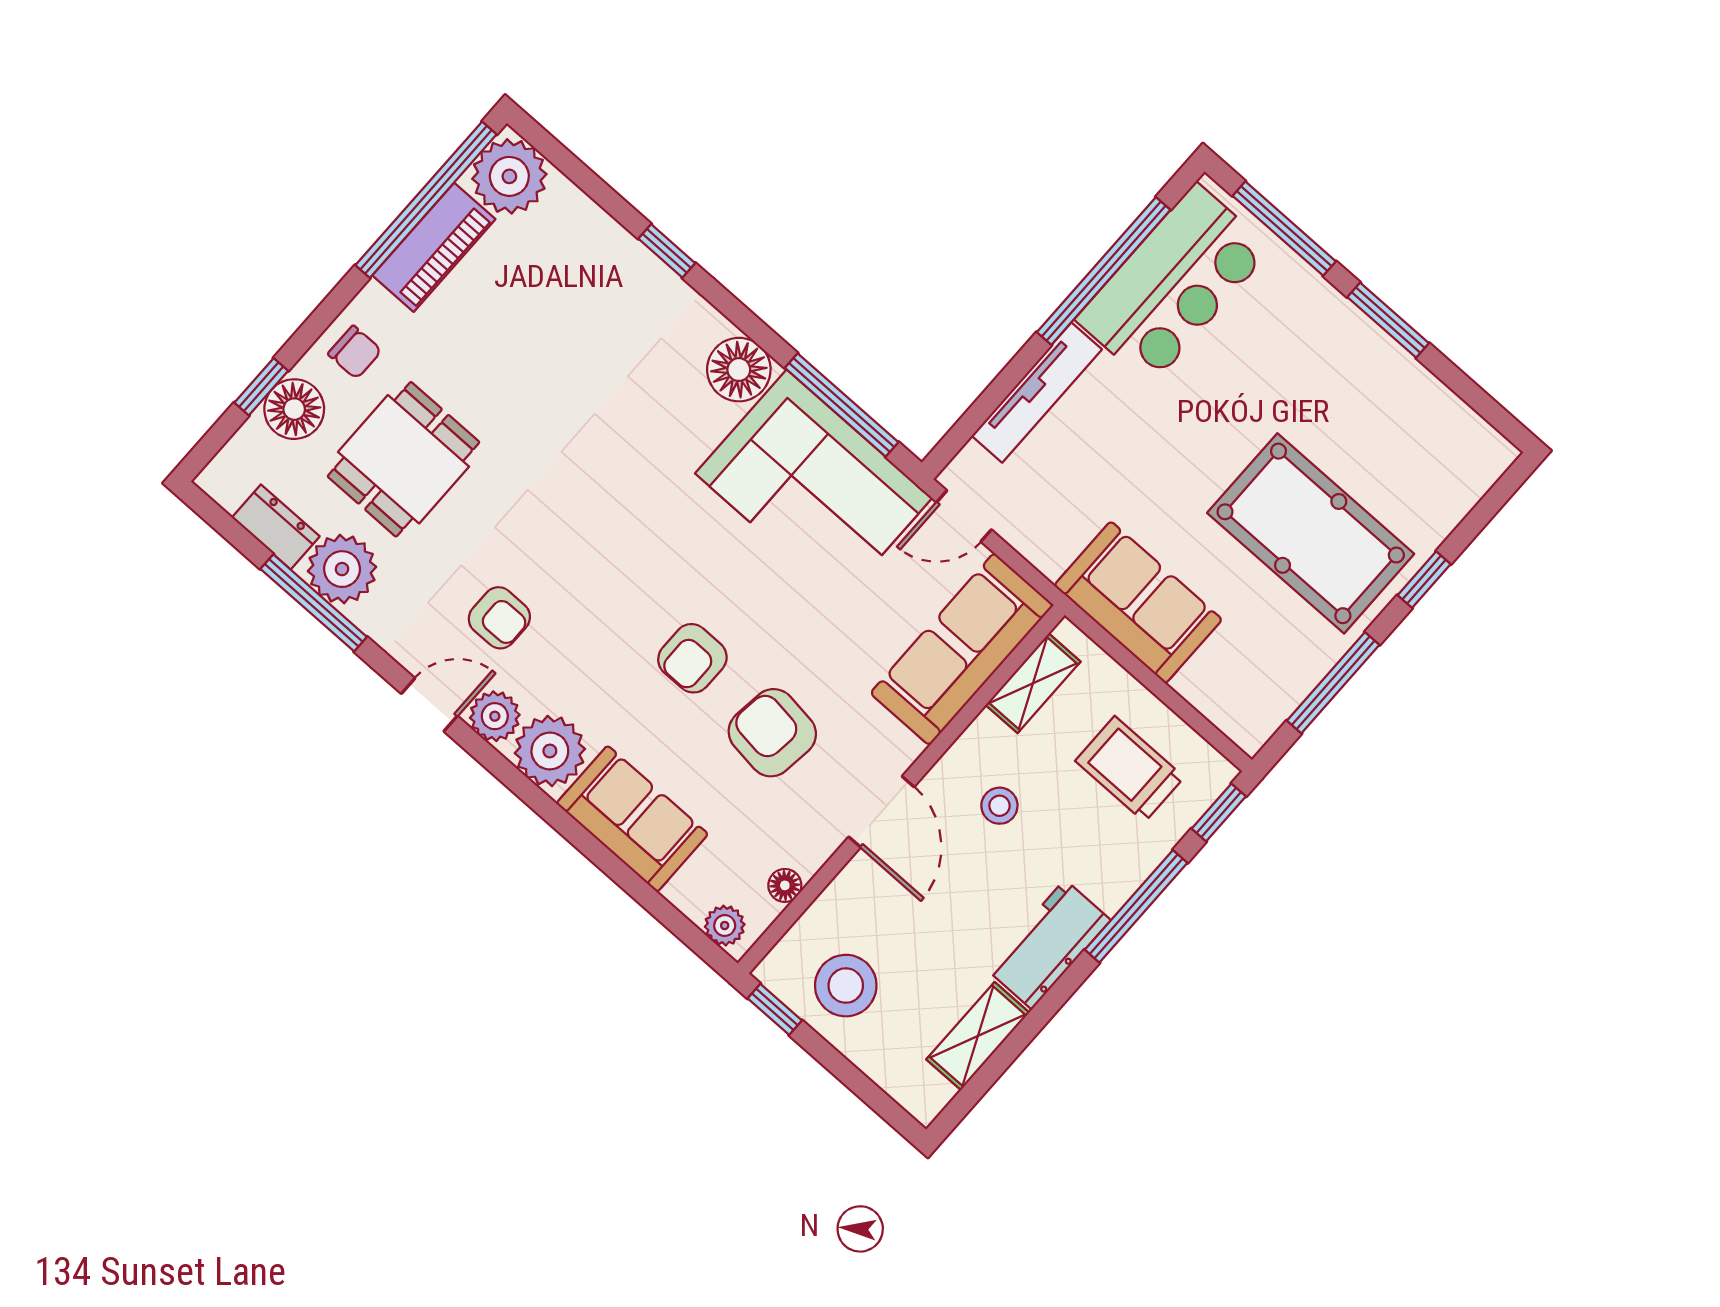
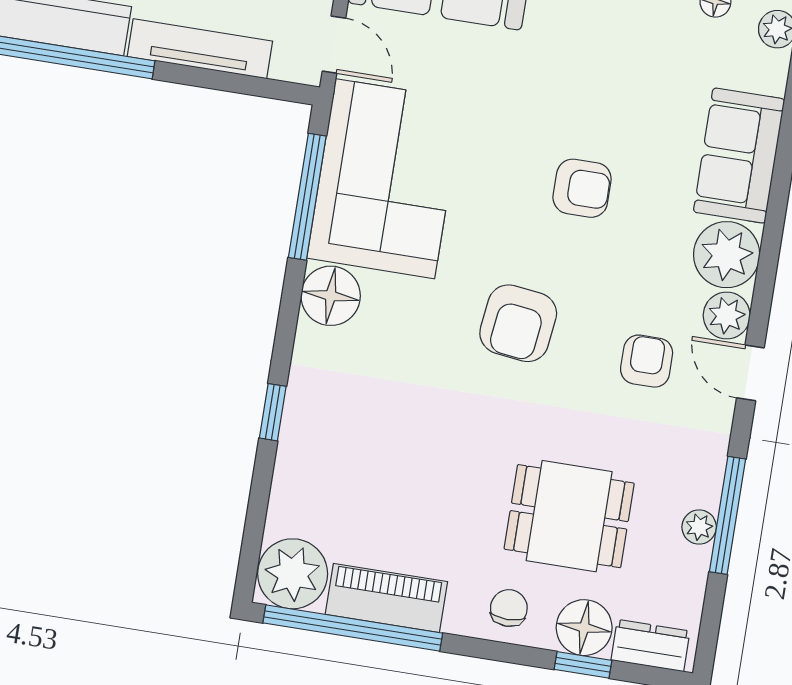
dresser: (276, 527) -> (650, 646), moved, turned 90
plant: (342, 569) -> (699, 527), width x0.53, depth x0.53
armchair: (772, 733) -> (518, 323), moved

